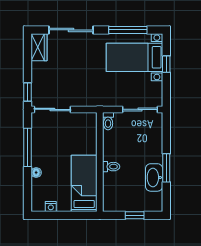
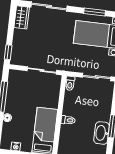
window: (128, 30) -> (95, 12), width x0.69
sliding door: (52, 109) -> (42, 70), moved

